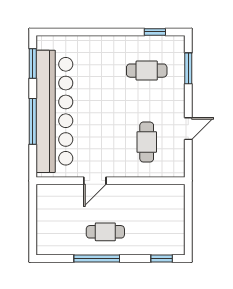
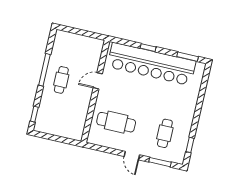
window: (33, 121) -> (148, 48), width x0.46
door: (188, 129) -> (132, 156), moved
cafe table: (147, 142) -> (116, 122), width x1.37, depth x1.35
door: (95, 181) -> (98, 81), hinge flipped

